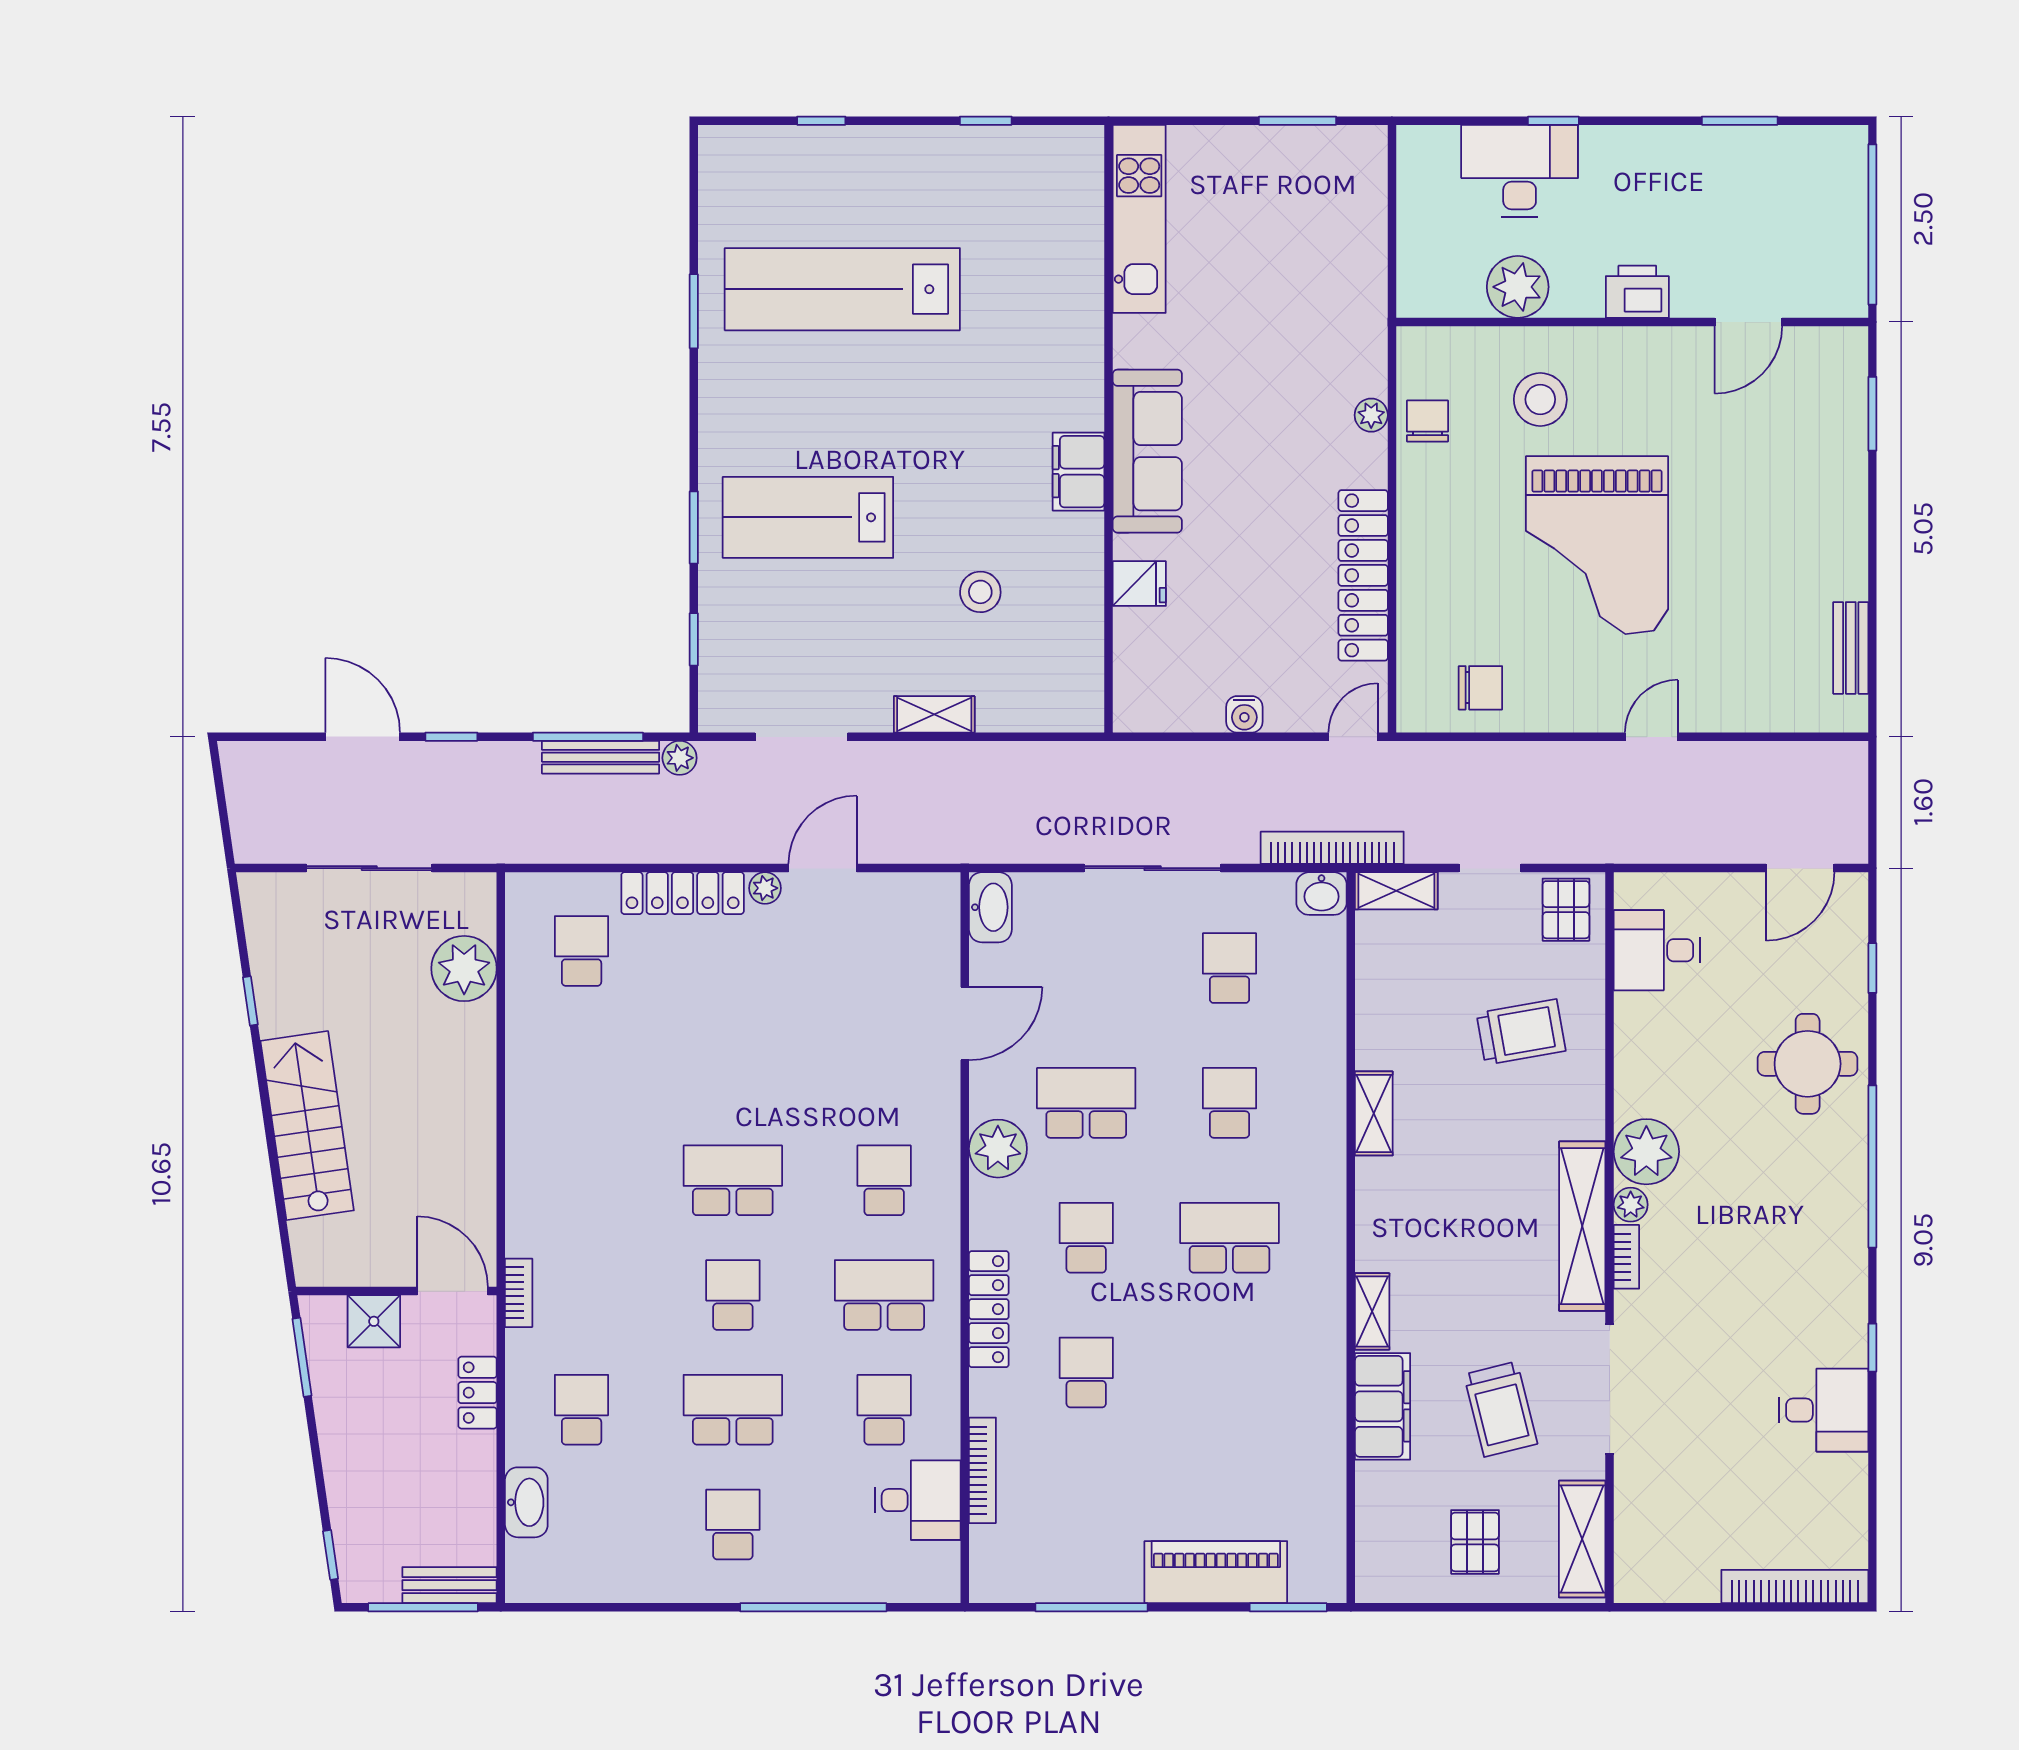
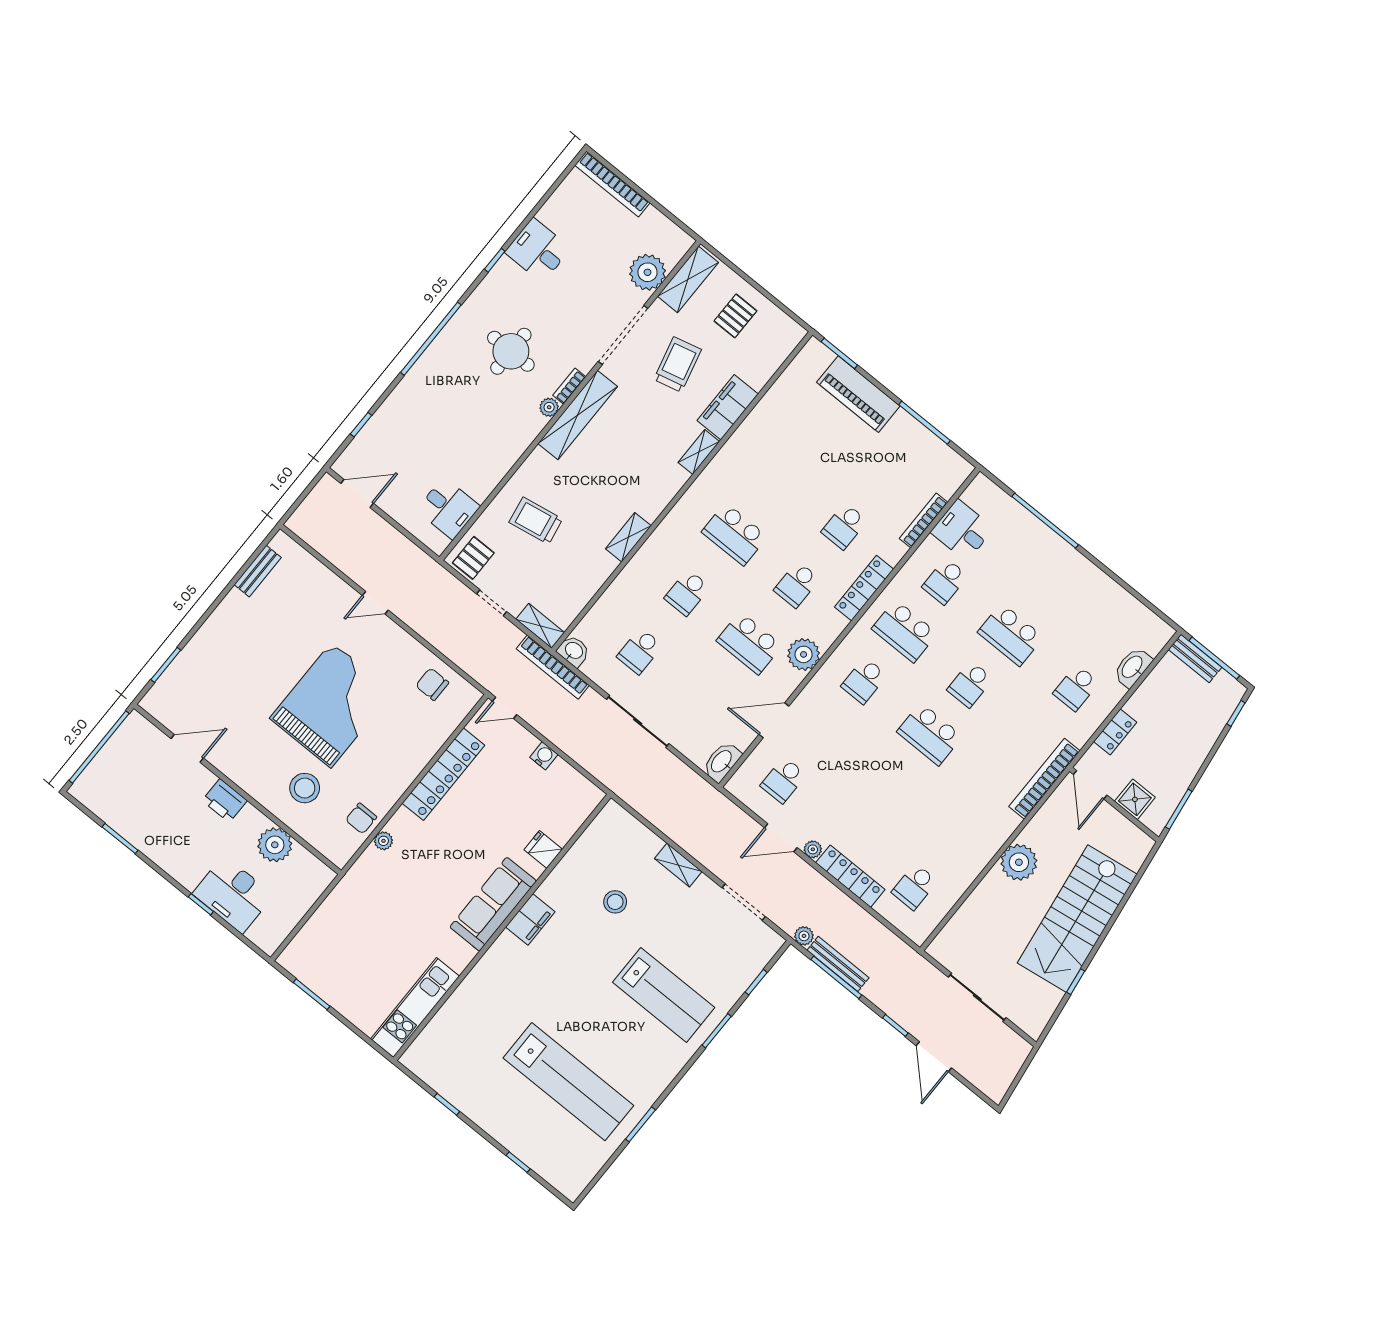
plant: (464, 969) -> (1019, 862), moved
round table: (1808, 1064) -> (511, 351), moved
stairs: (307, 1126) -> (1077, 919), width x1.36, depth x1.51
plant: (1646, 1152) -> (648, 272), moved
bookcase: (519, 1293) -> (1044, 779), width x2.31, depth x1.31
school desk: (733, 1524) -> (783, 780), moved

